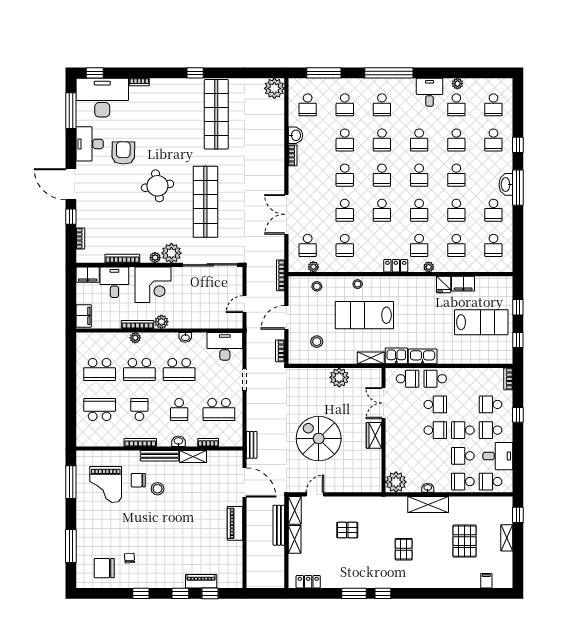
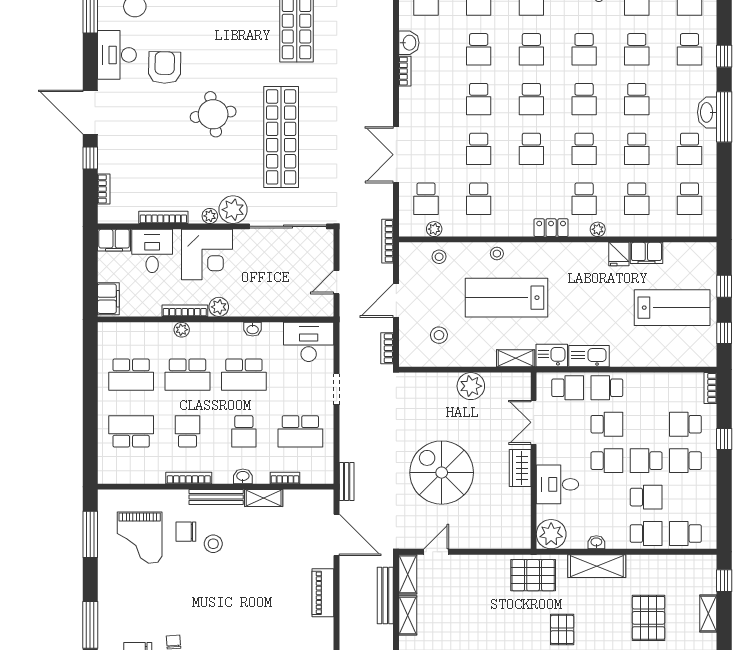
school desk: (463, 456) -> (646, 497), turned 180
desk: (498, 456) -> (557, 484), moved, turned 180
school desk: (463, 482) -> (646, 534), turned 180
pallet: (347, 530) -> (533, 575), moved, width x1.50, depth x1.42

